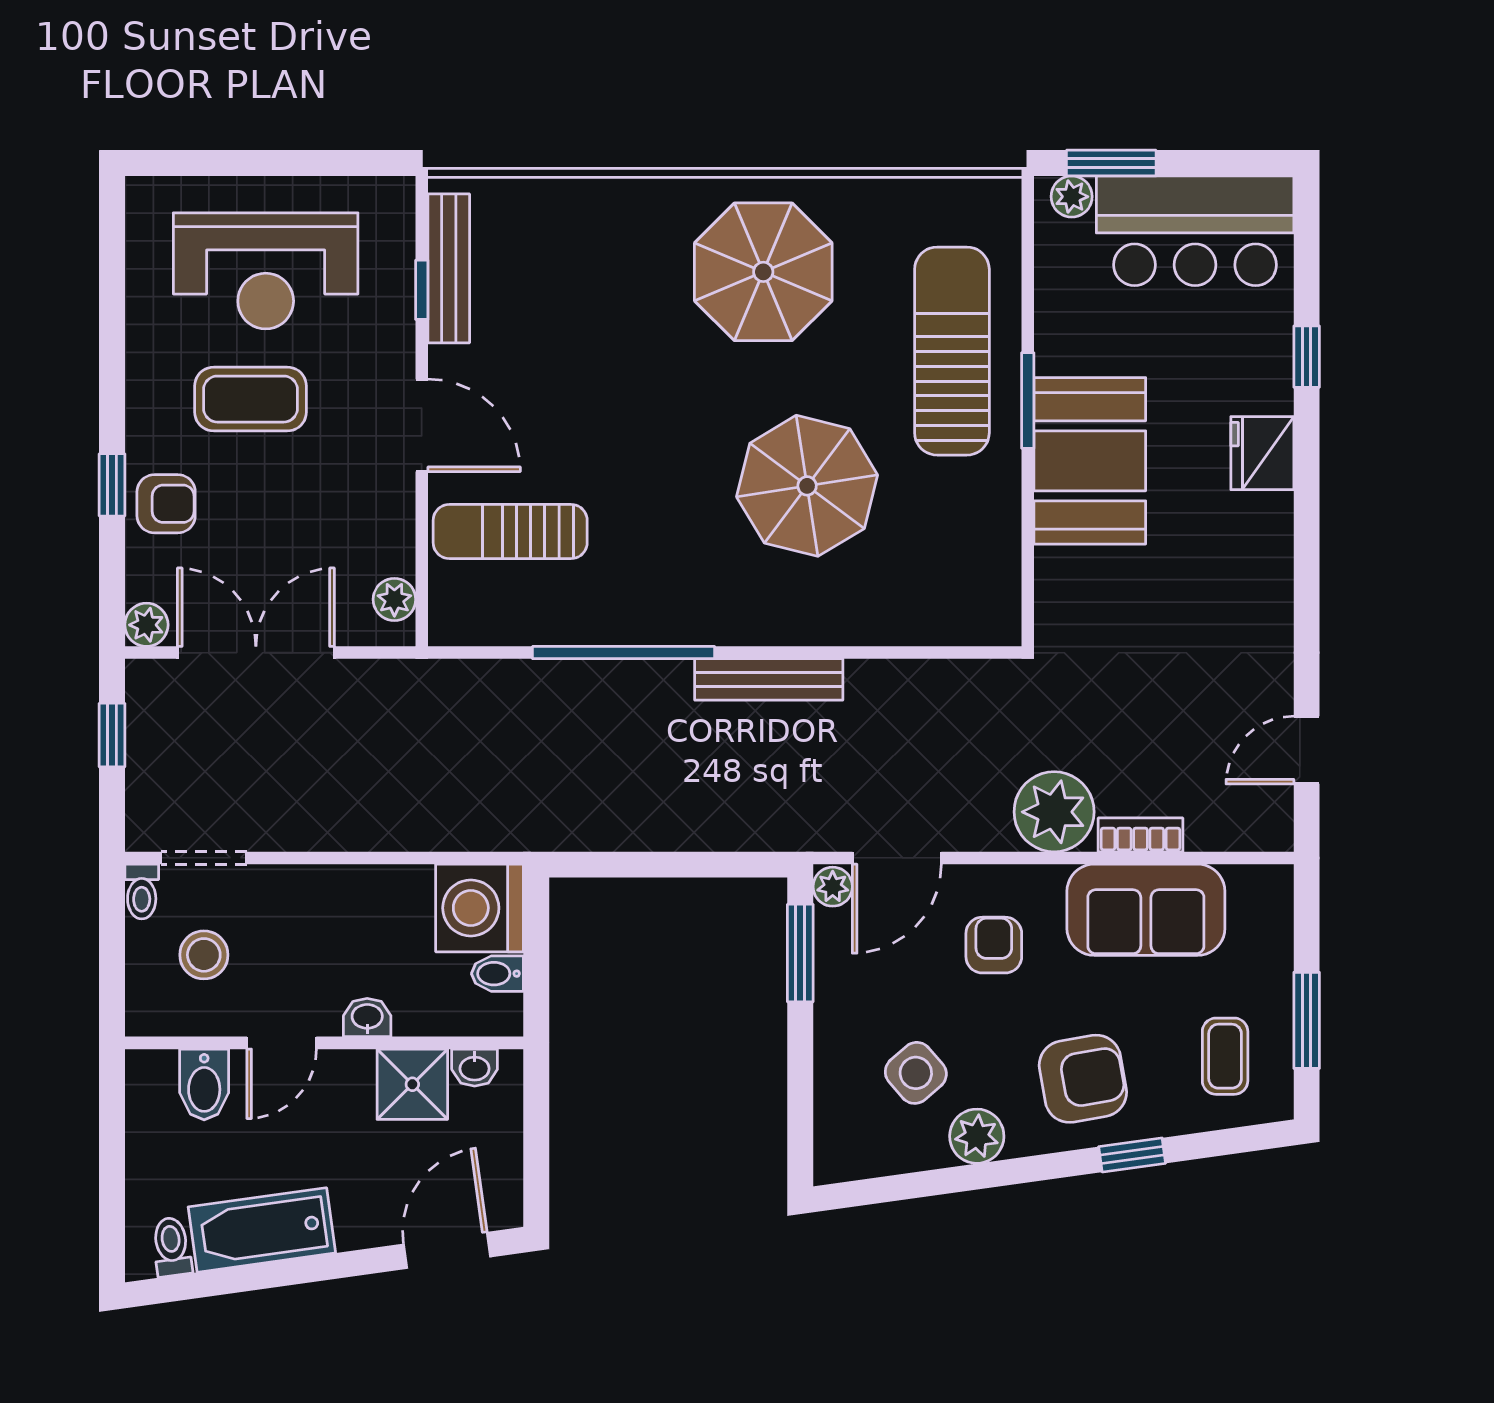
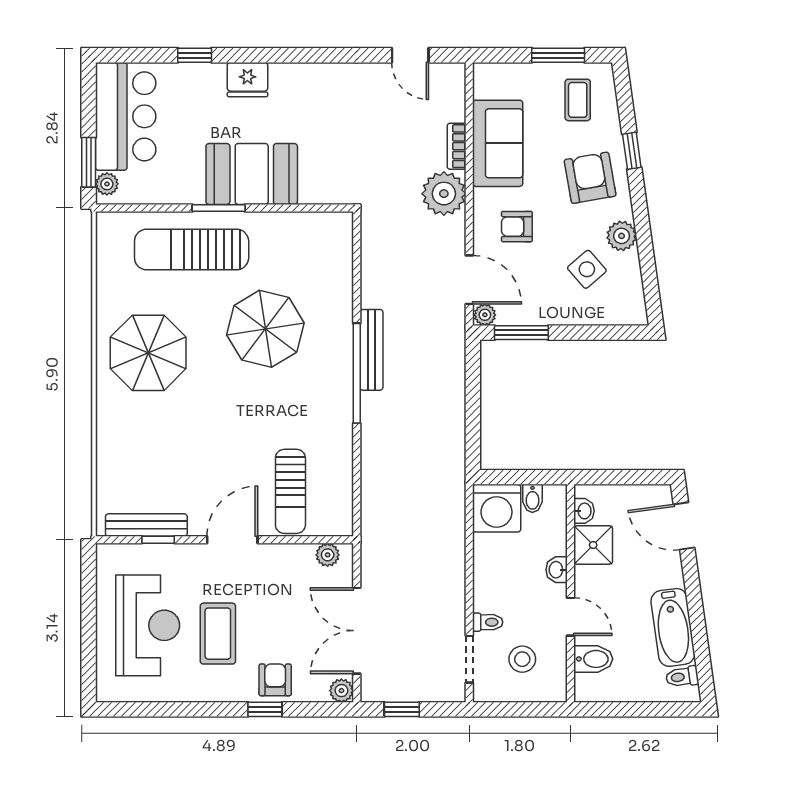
window: (624, 653) -> (357, 373), moved
toilet: (142, 892) -> (488, 622), moved
coffee table: (1225, 1056) -> (578, 100), turned 90

